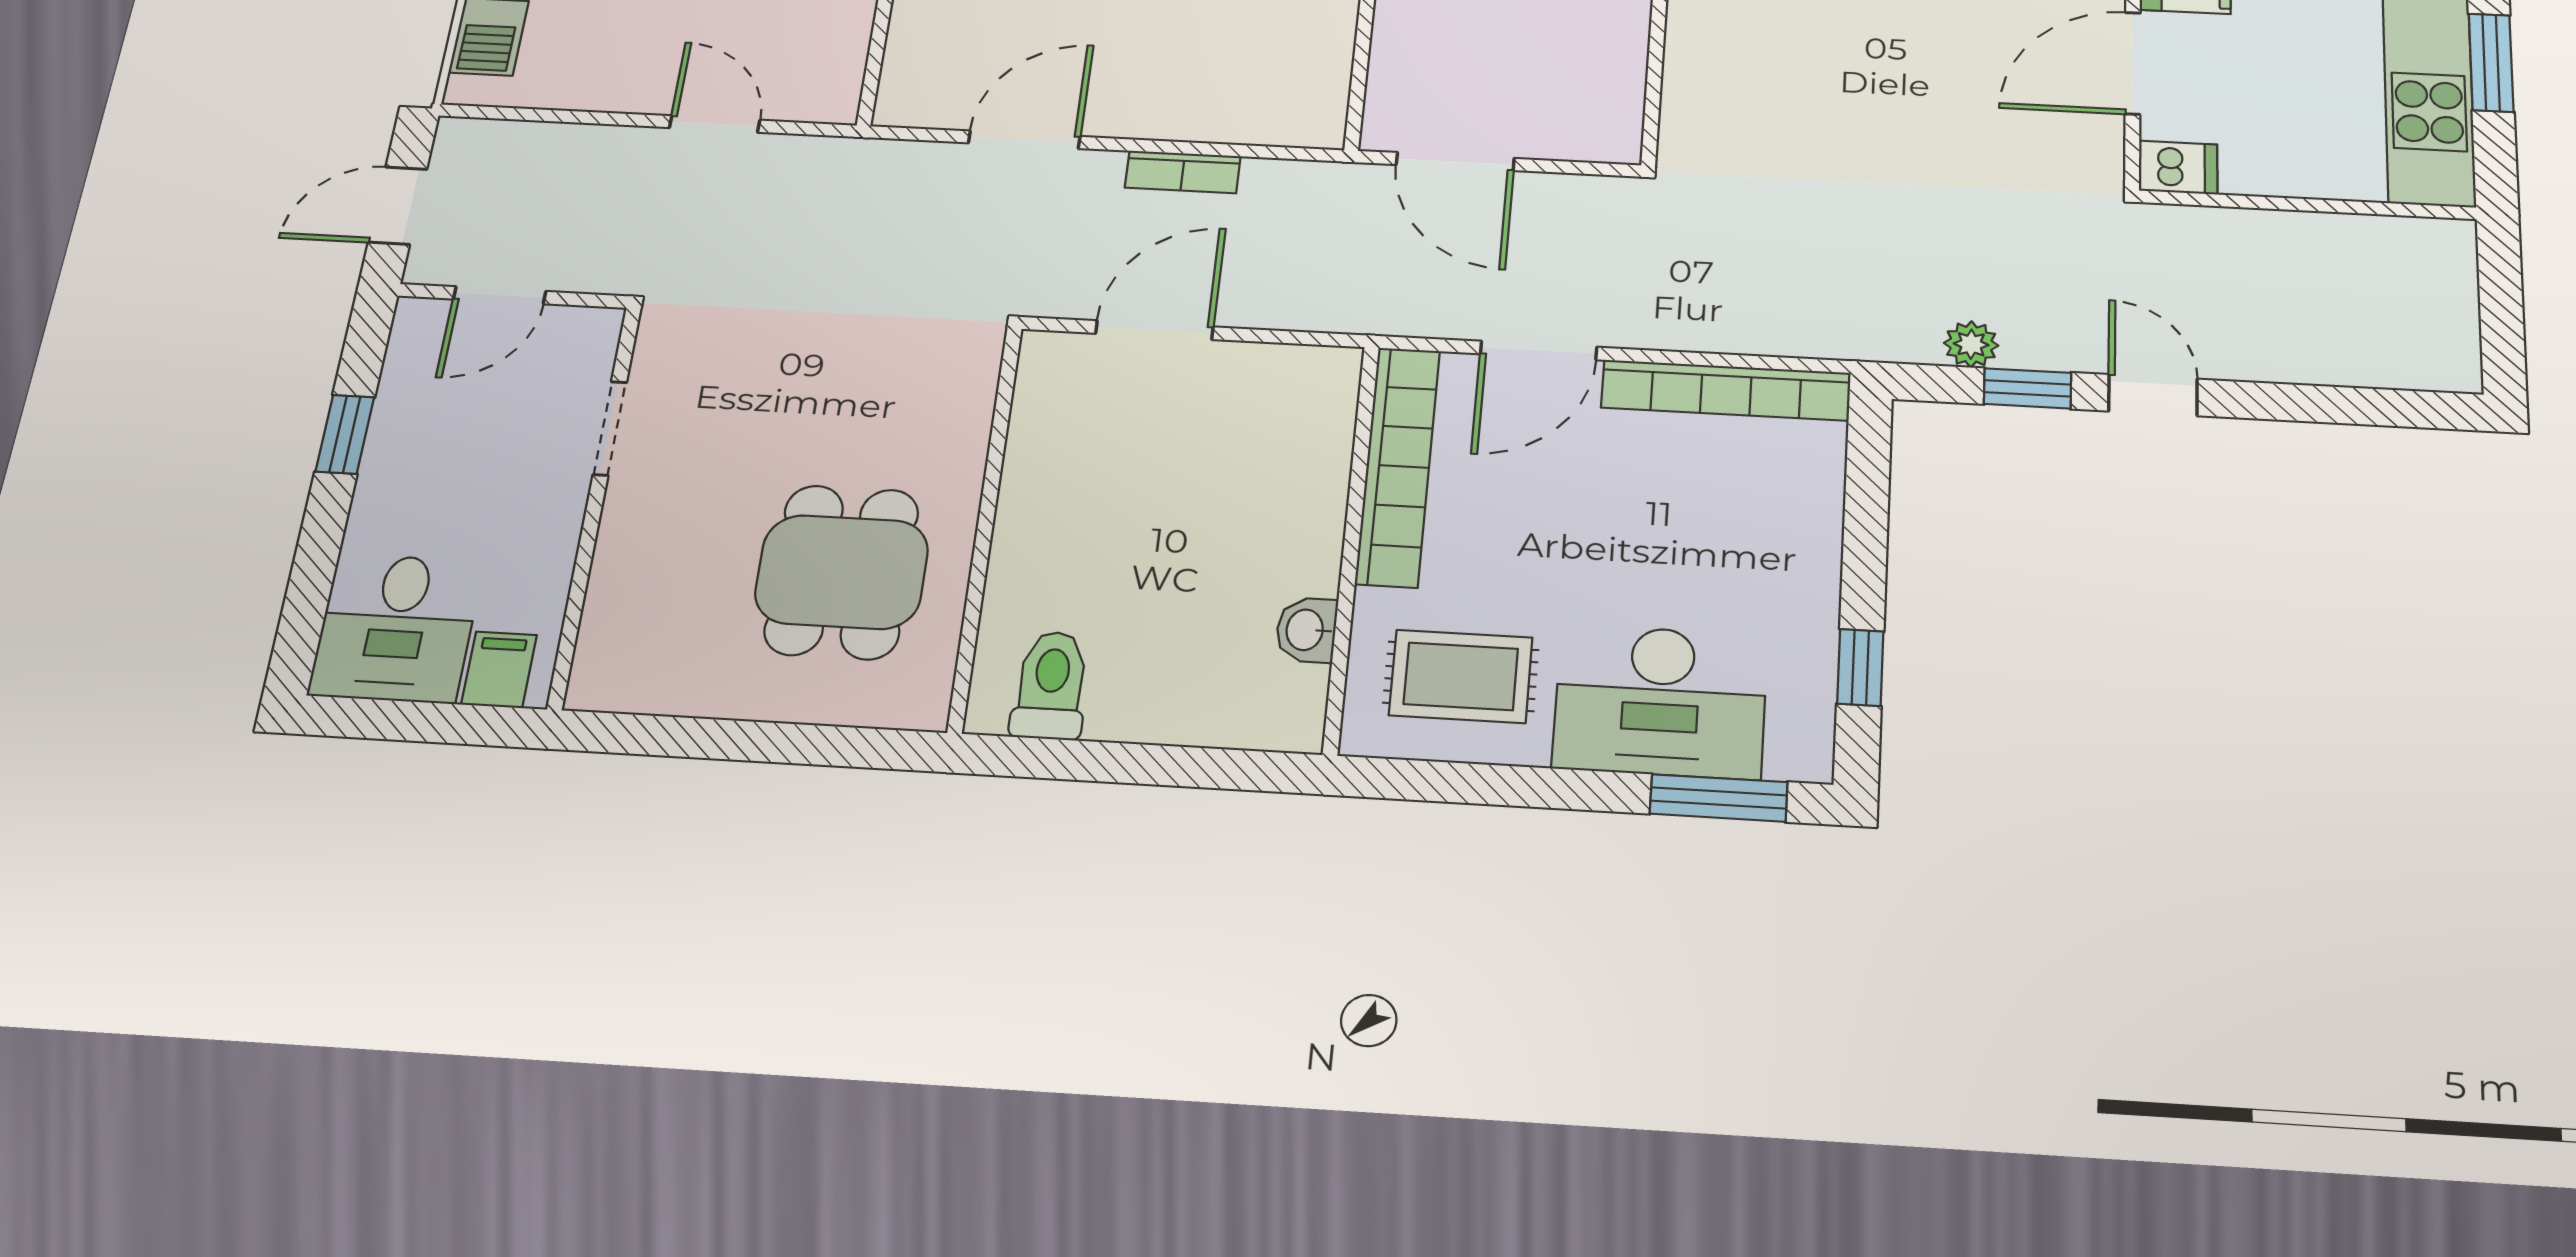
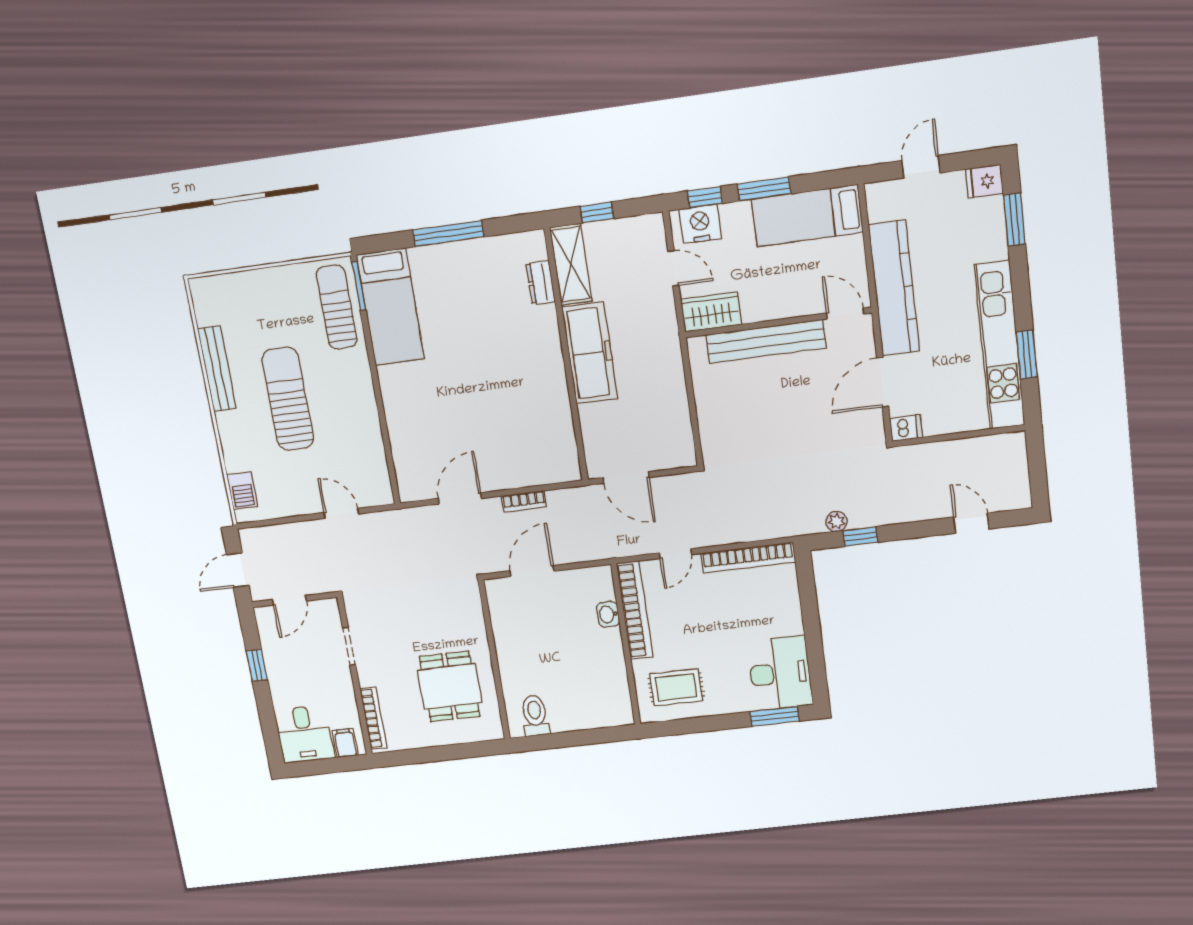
door: (1539, 350) -> (675, 554), width x0.73
door: (2153, 395) -> (971, 523), moved
bookcase: (603, 618) -> (373, 718), added
washbasin: (1306, 630) -> (608, 614), moved
window: (1860, 667) -> (816, 659), removed
desk: (1660, 701) -> (780, 673), moved, turned -90

